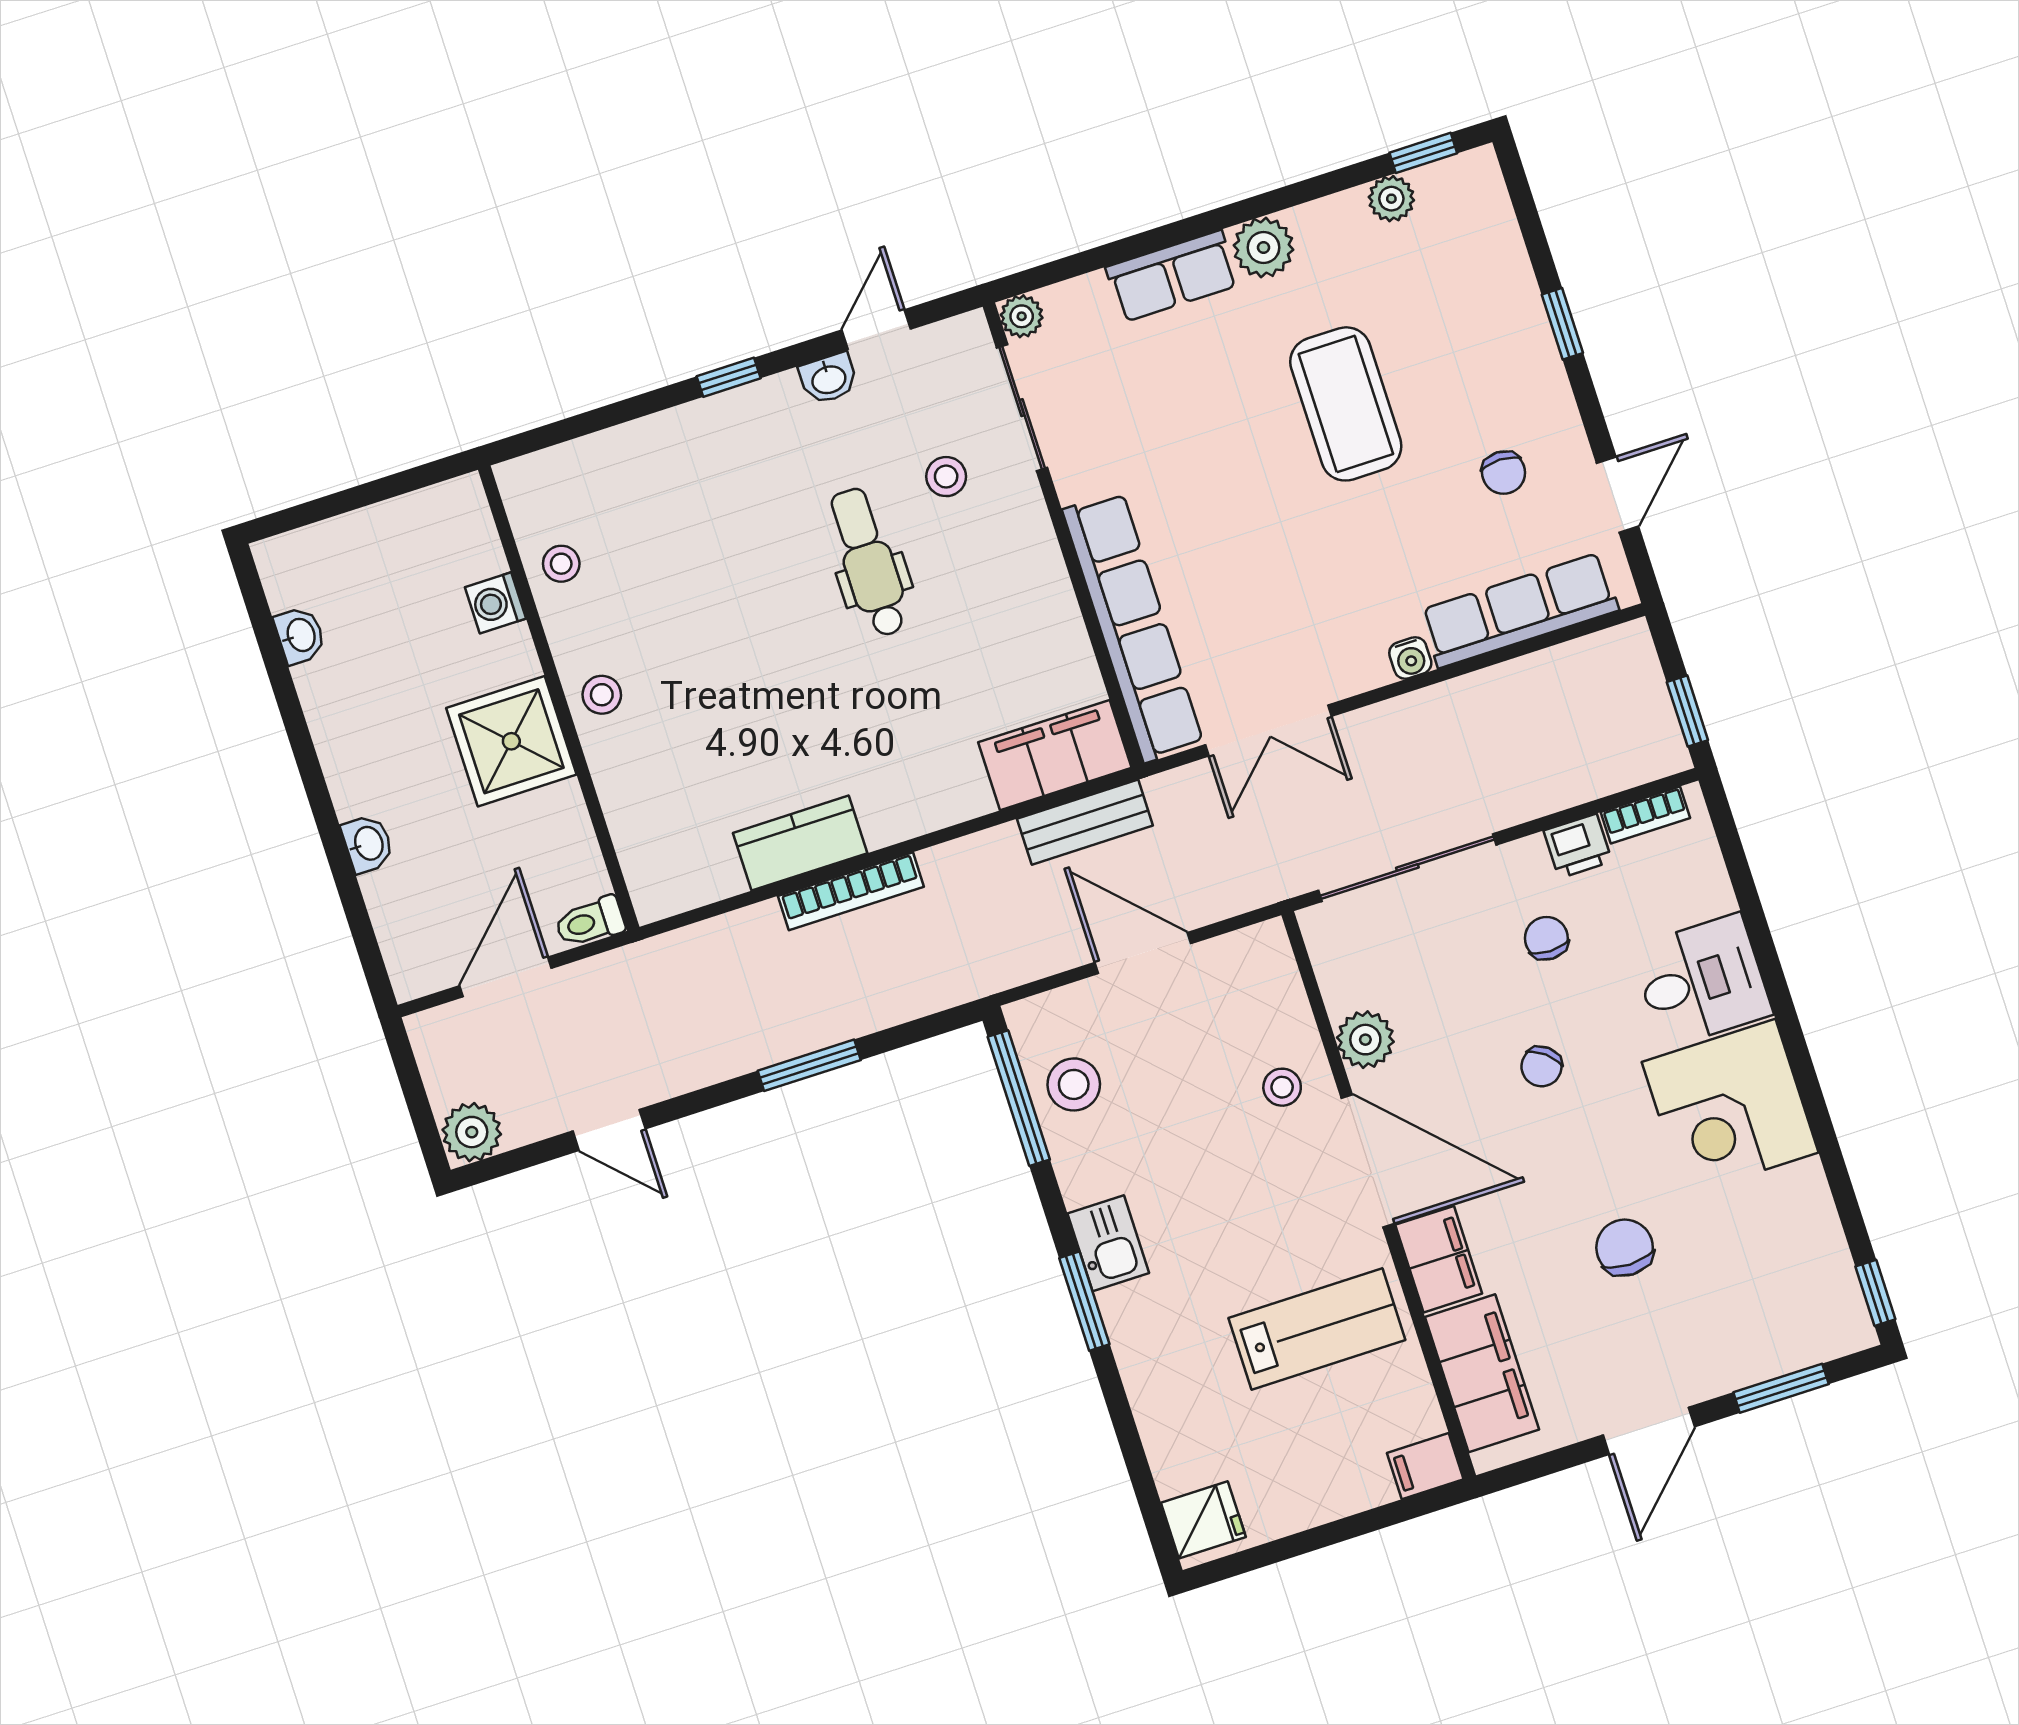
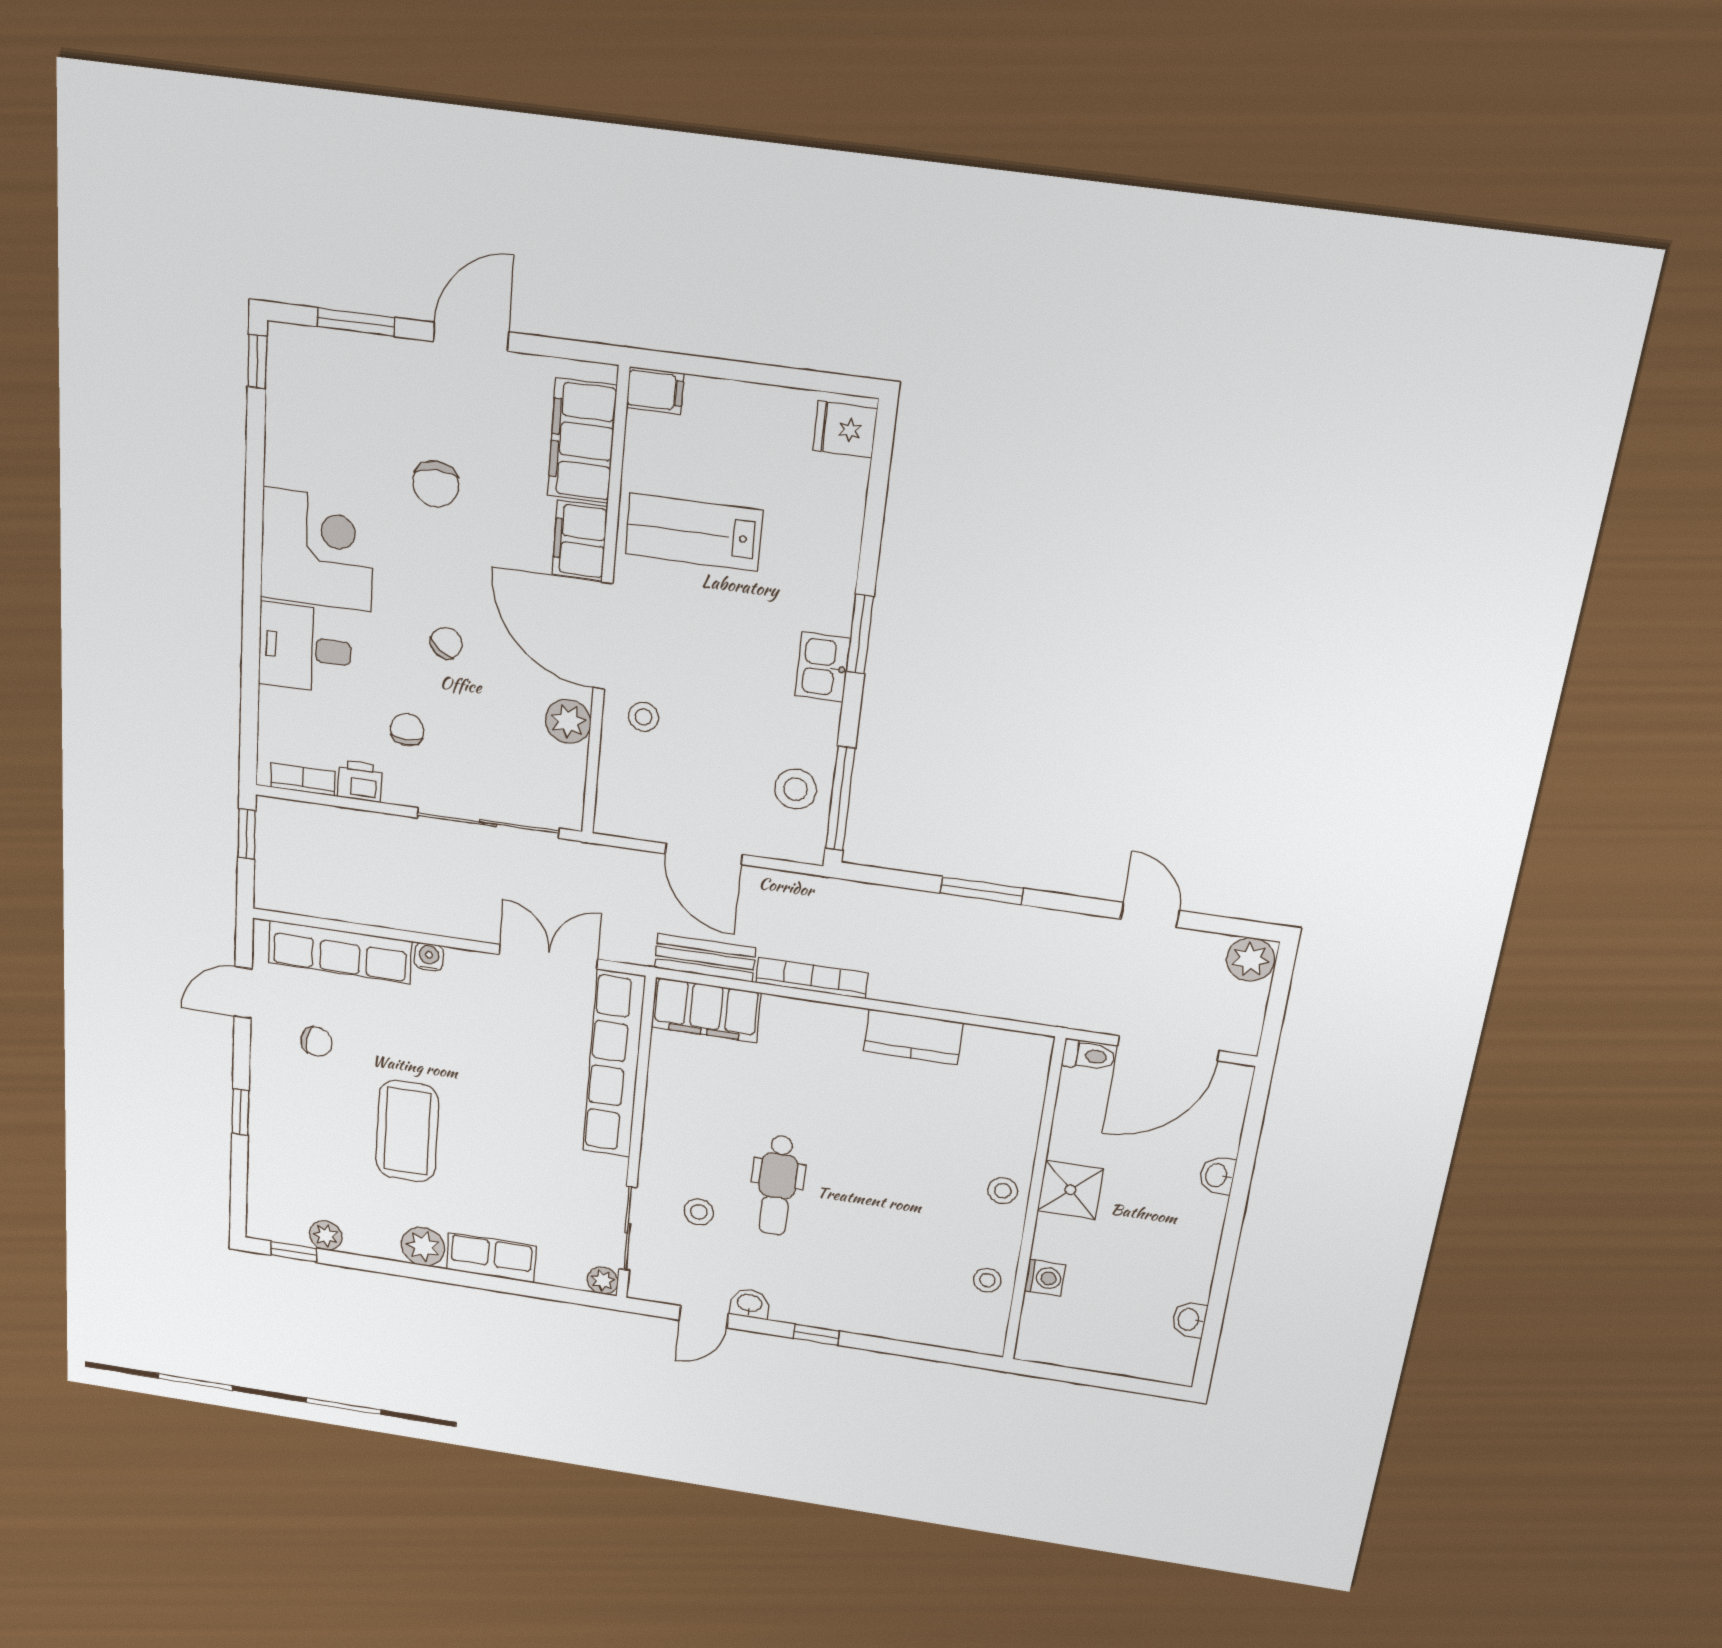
chair: (1504, 473) -> (316, 1042), turned 99
shower: (511, 741) -> (1070, 1190), width x0.73, depth x0.73
bookcase: (851, 891) -> (812, 978), moved
chair: (1546, 938) -> (407, 730), turned 180
door: (506, 977) -> (1168, 1048), width x1.36

